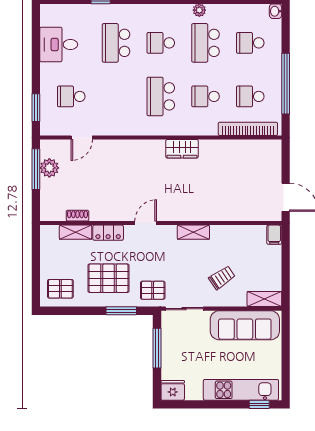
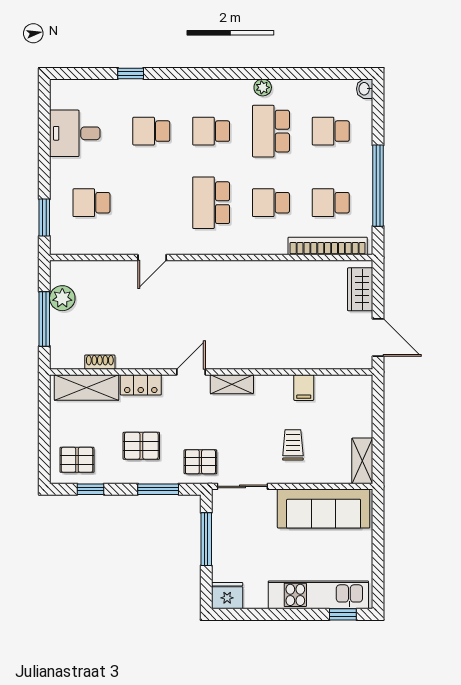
school desk: (116, 43) -> (151, 131), width x0.54
door: (82, 137) -> (152, 258), moved
wardrobe: (182, 149) -> (360, 289), moved, turned 90
window: (36, 169) -> (44, 319), moved
shelving: (76, 232) -> (87, 387), width x1.50, depth x1.33
shelving: (193, 232) -> (232, 384), moved
filing cabinet: (274, 235) -> (304, 388), moved
pallet: (108, 278) -> (141, 446), width x0.67, depth x0.71
trolley: (222, 278) -> (293, 445), turned -56
shelving: (264, 299) -> (362, 461), moved, turned 90
window: (71, 311) -> (91, 489), added

